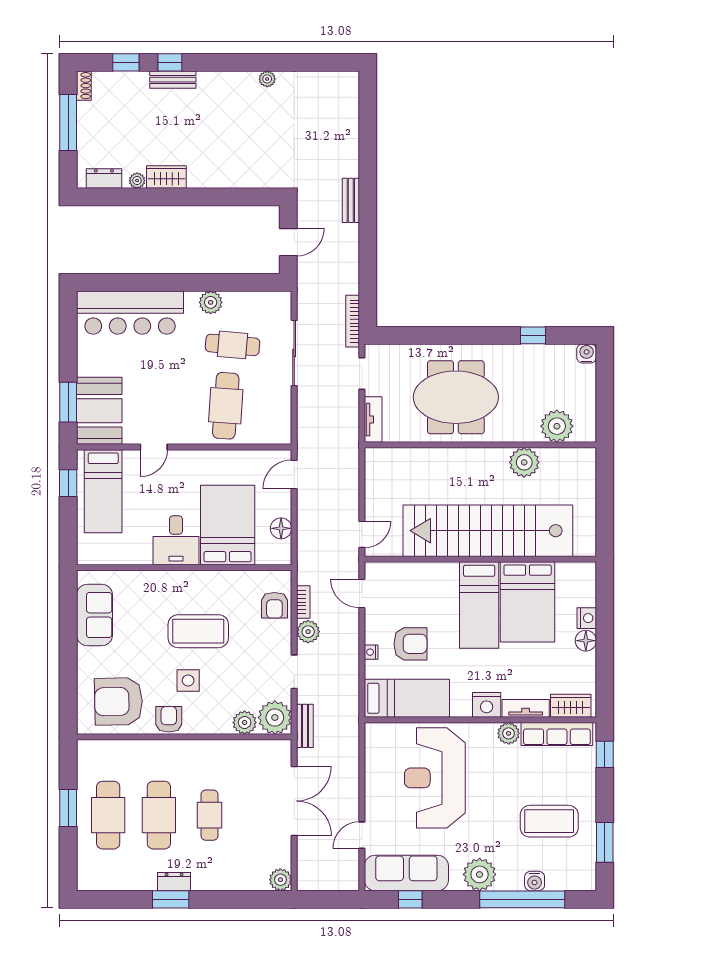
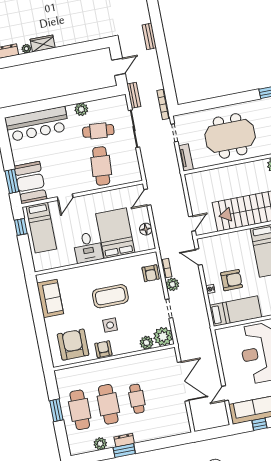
armchair: (118, 701) -> (73, 345), turned 91
bench: (305, 726) -> (134, 95), moved
plant: (280, 880) -> (100, 444), moved

